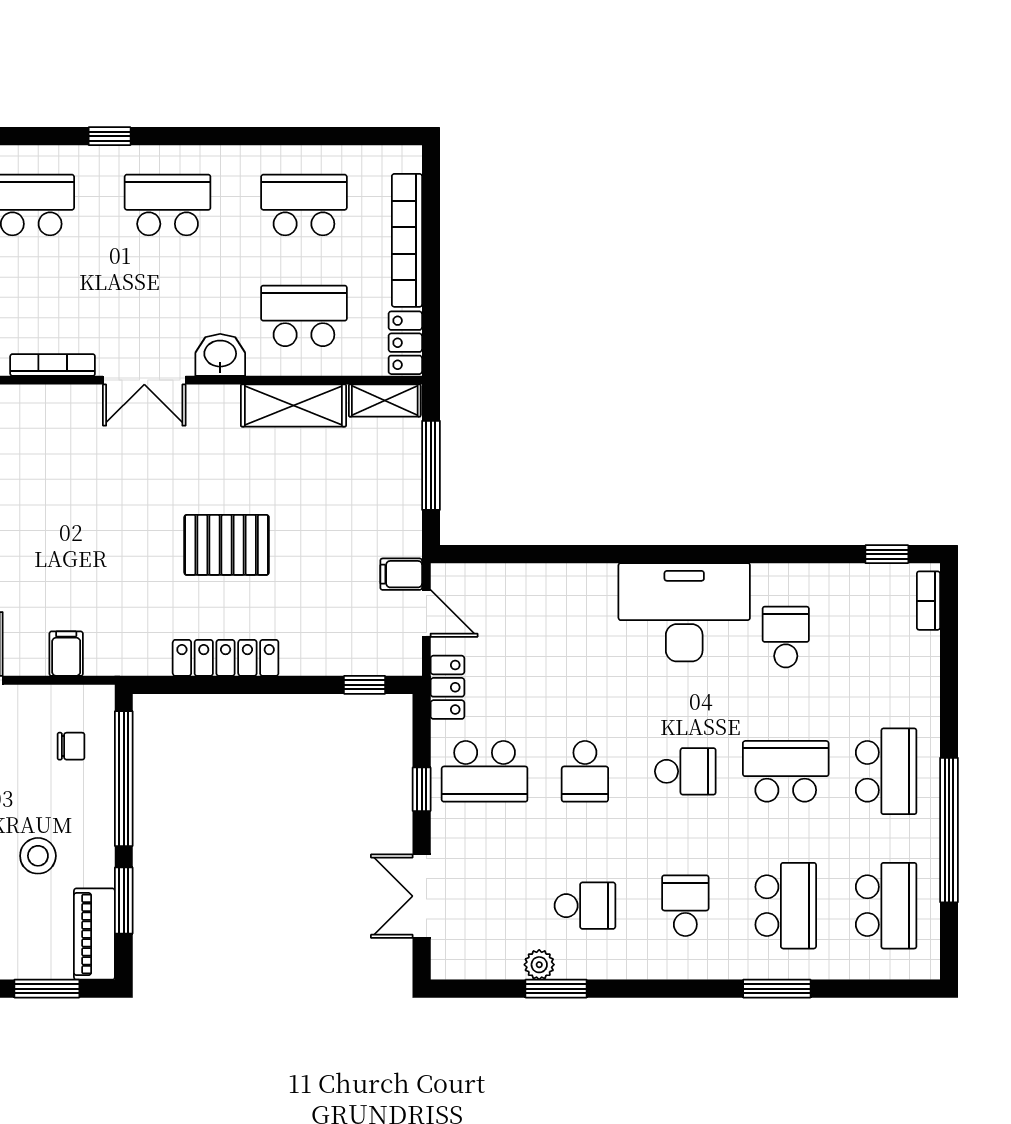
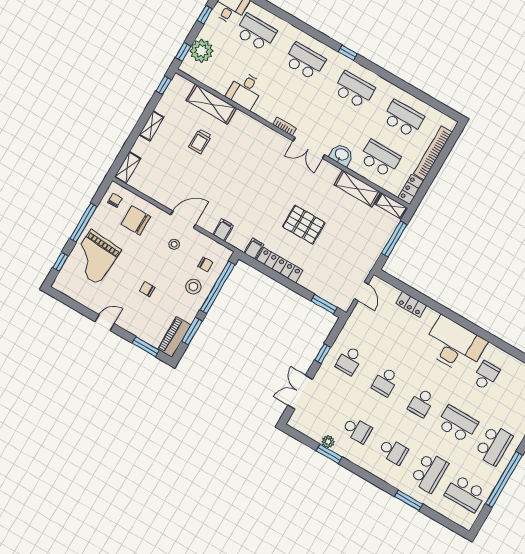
bookcase: (53, 365) -> (285, 126), width x0.64
filing cabinet: (401, 574) -> (254, 249), moved, turned 90
window: (365, 685) -> (324, 304), width x1.50
locker: (447, 687) -> (411, 304), moved, turned 90
school desk: (485, 771) -> (349, 361), width x0.54
school desk: (685, 771) -> (421, 403), turned 90
stool: (38, 856) -> (193, 287), moved
school desk: (685, 906) -> (393, 451), turned 90
school desk: (886, 906) -> (465, 493), turned 90

